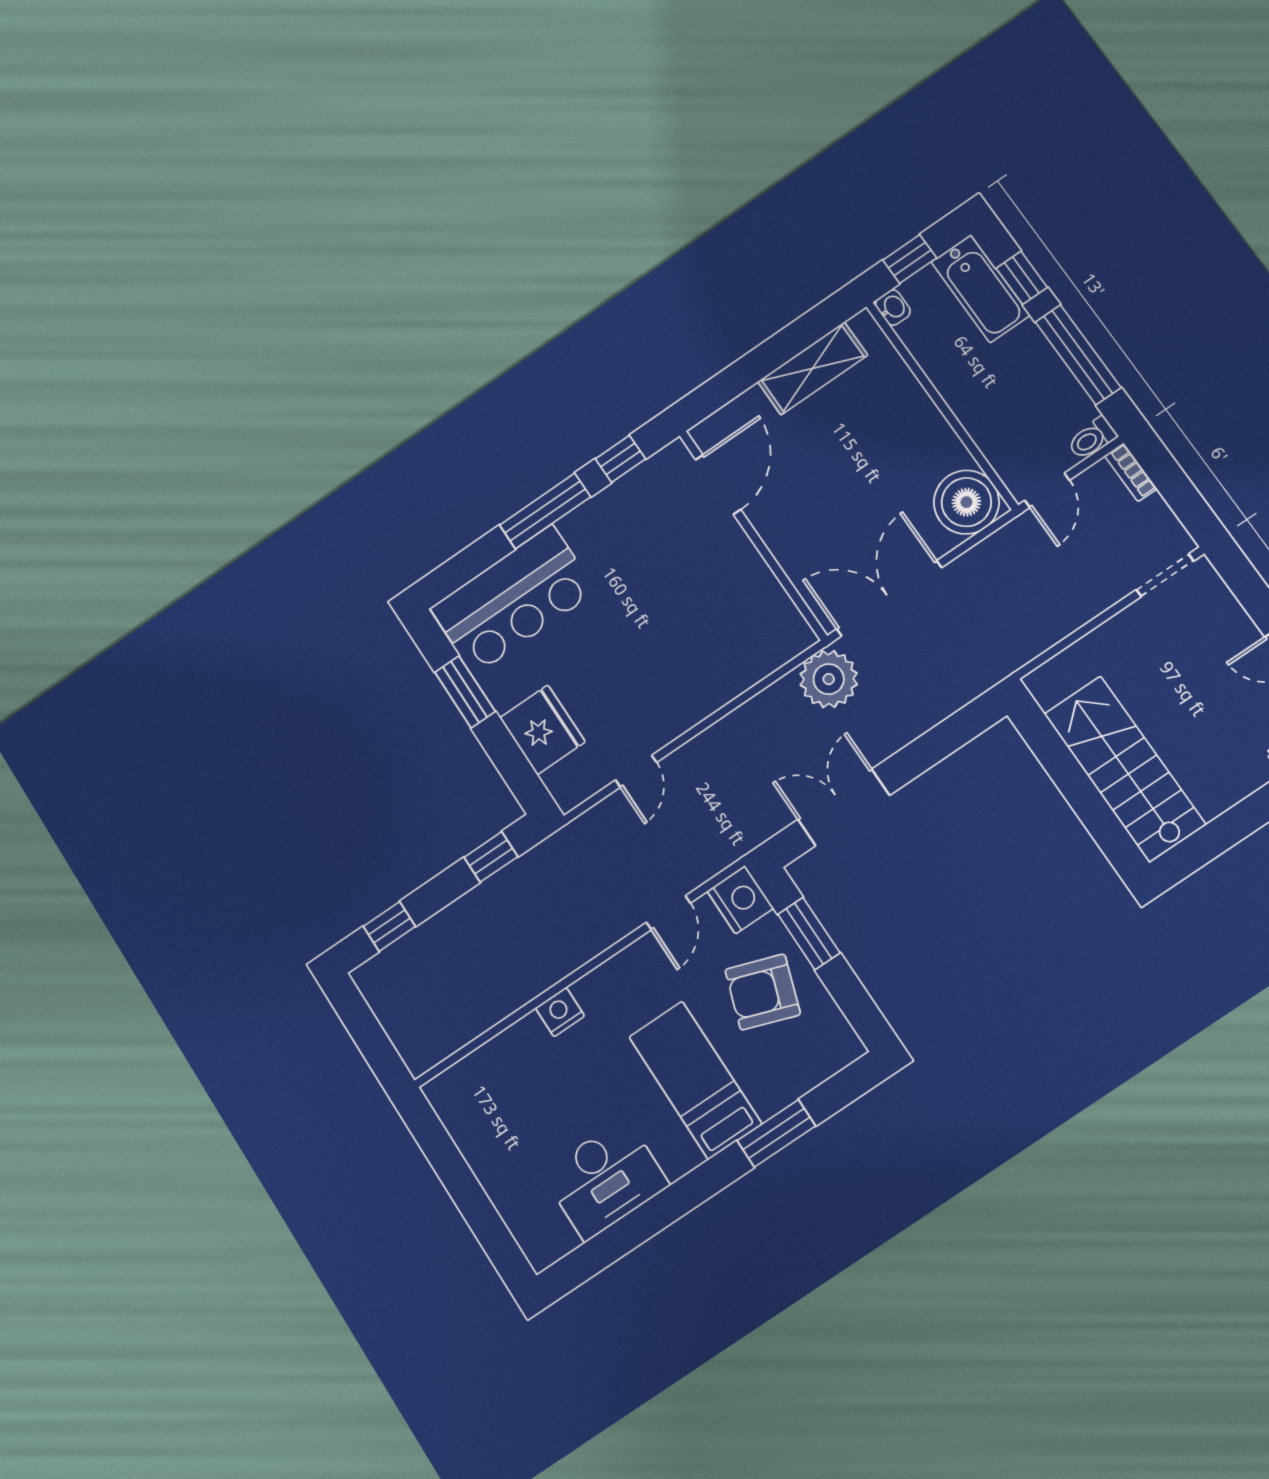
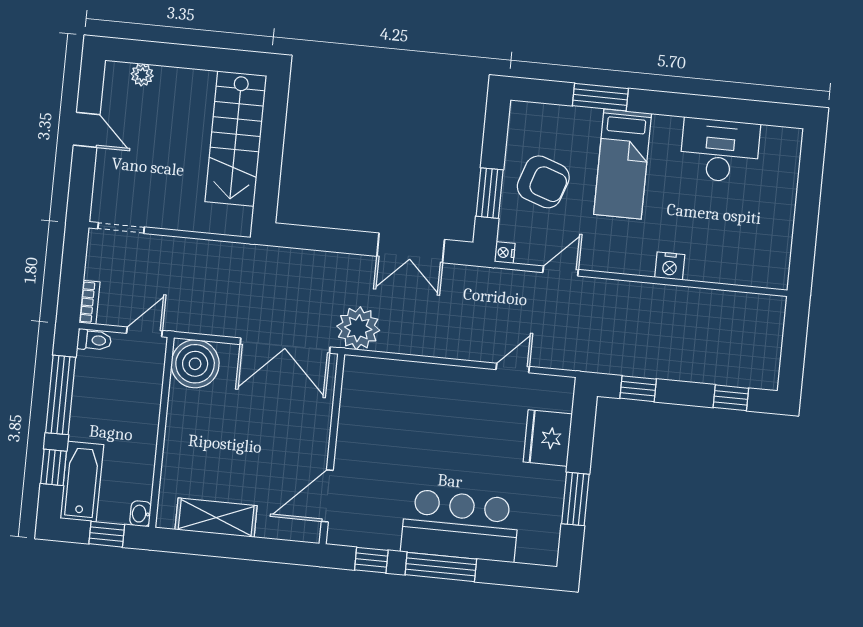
bar counter: (513, 600) -> (460, 526), moved
nightstand: (740, 900) -> (505, 253), width x0.53, depth x0.56

